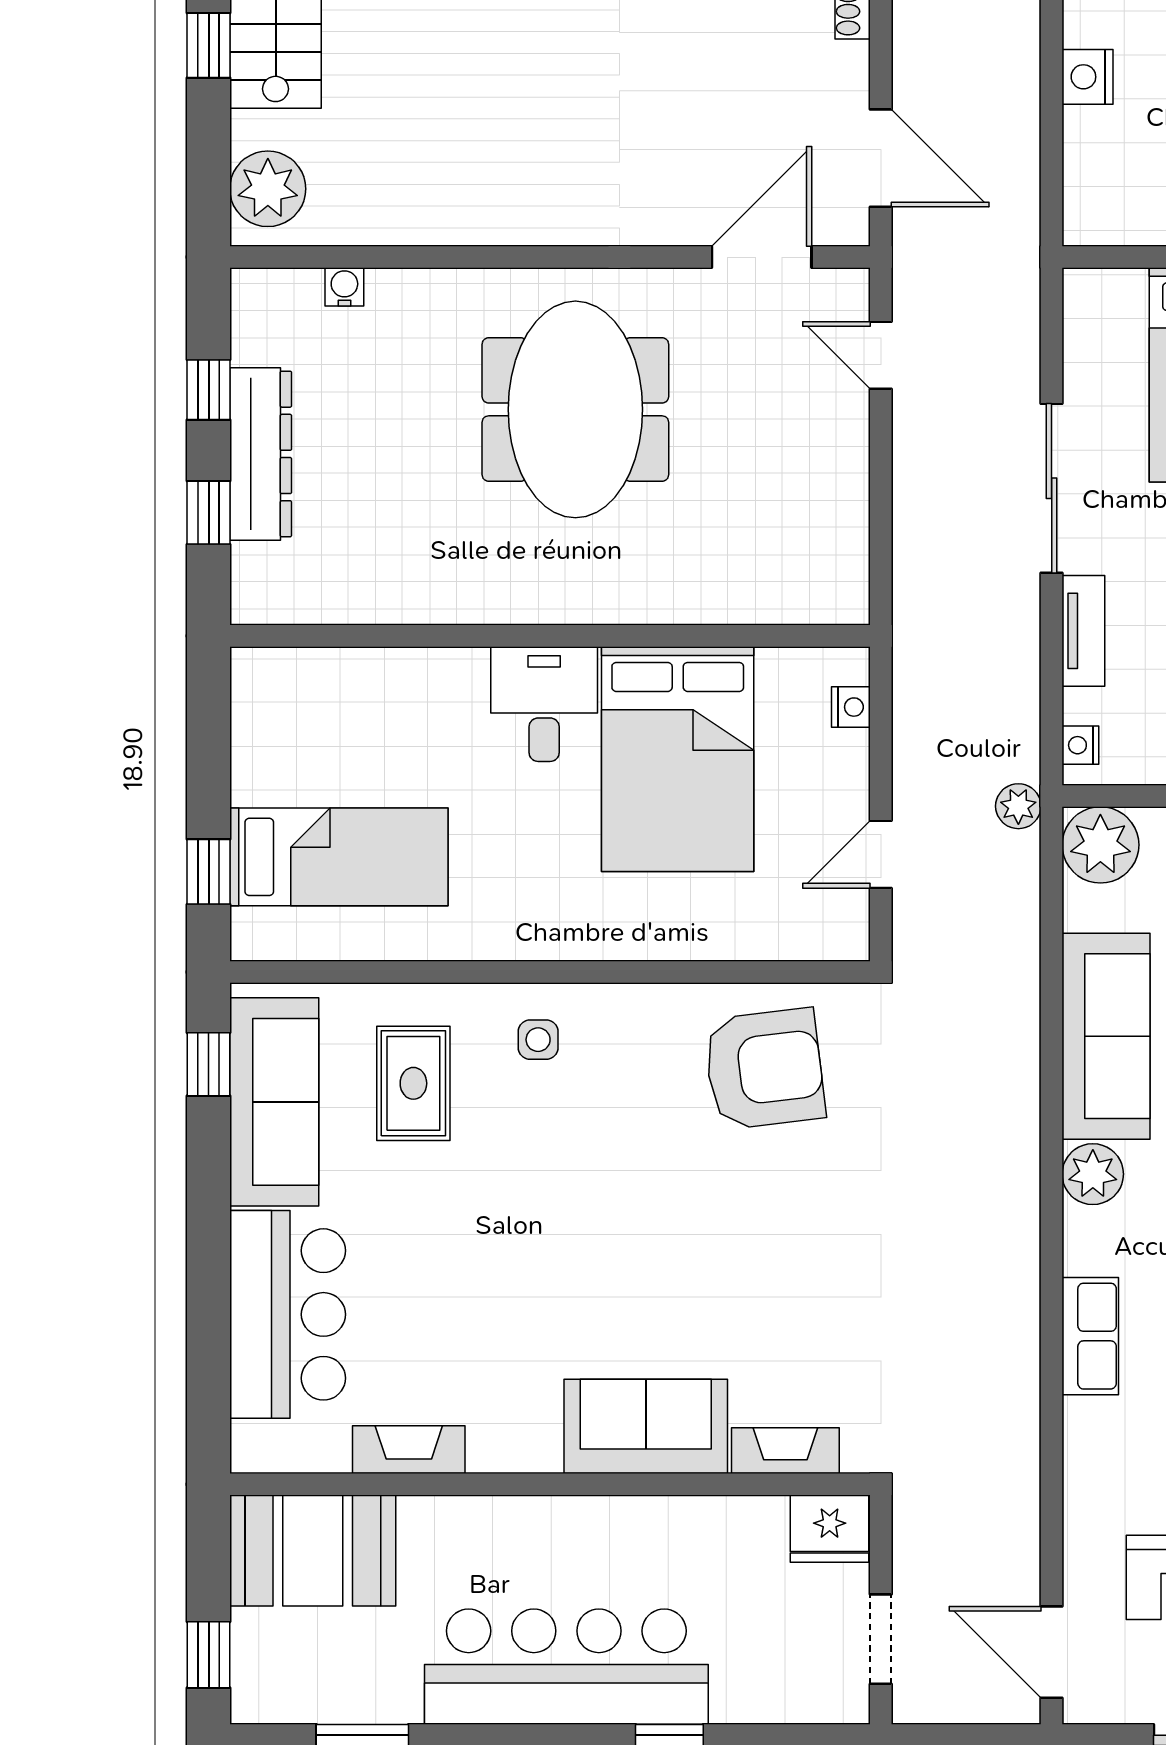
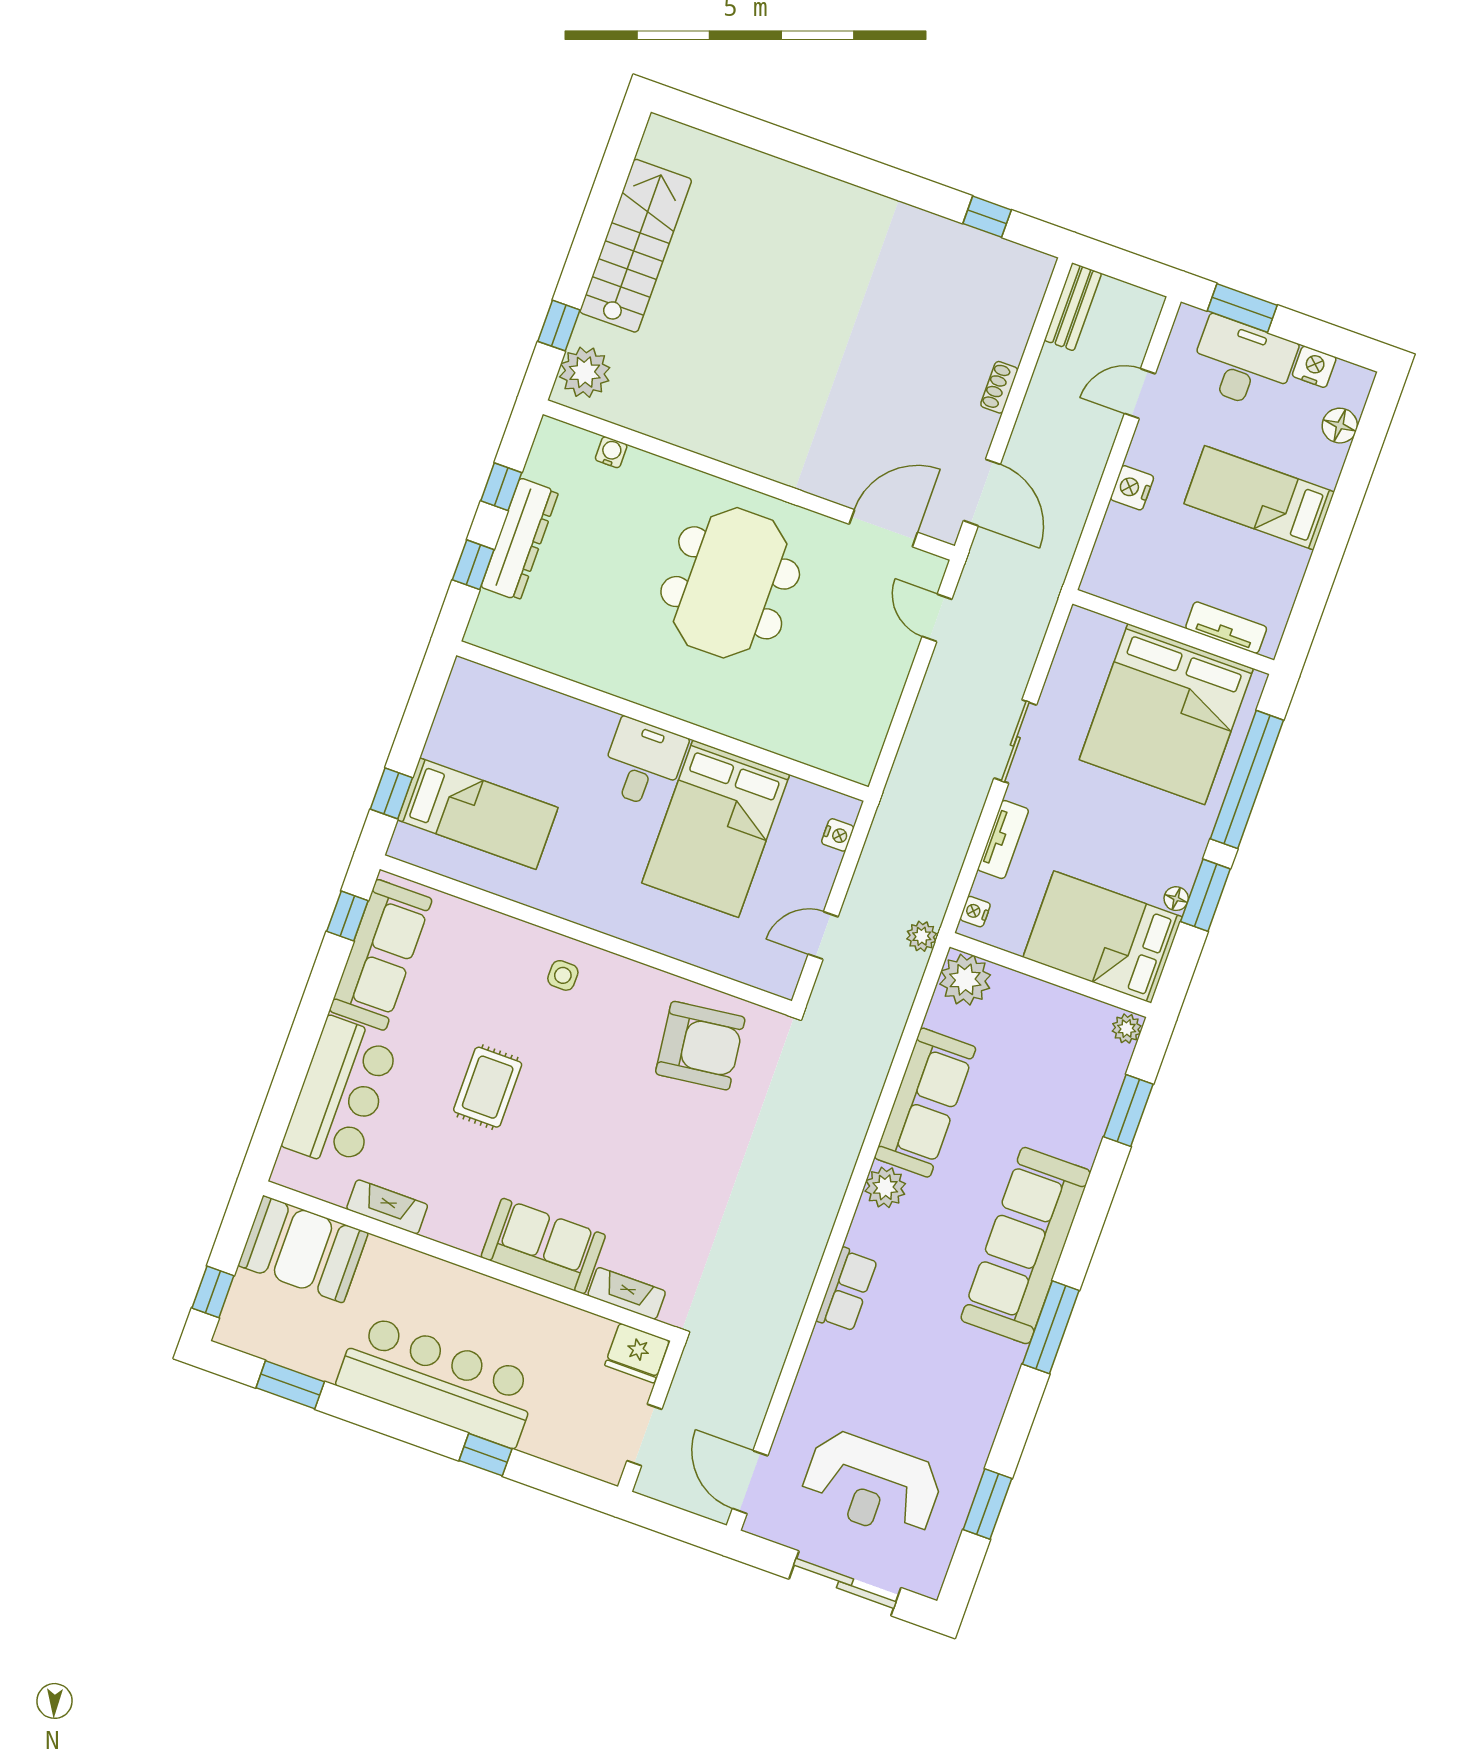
window: (209, 45) -> (559, 326), moved
sliding door: (1052, 488) -> (1015, 741), width x0.73
rug: (413, 1083) -> (488, 1087), moved

